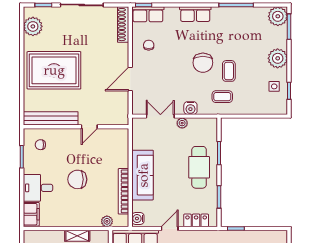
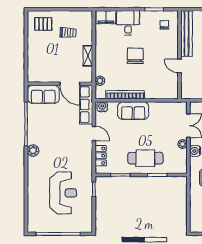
sofa: (143, 175) -> (133, 111), width x0.73

